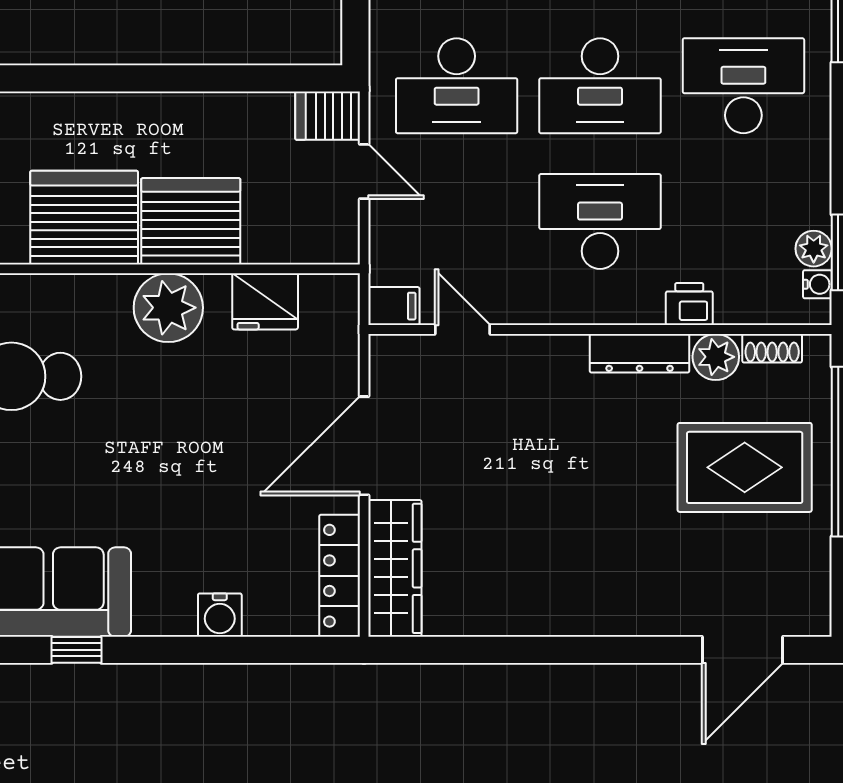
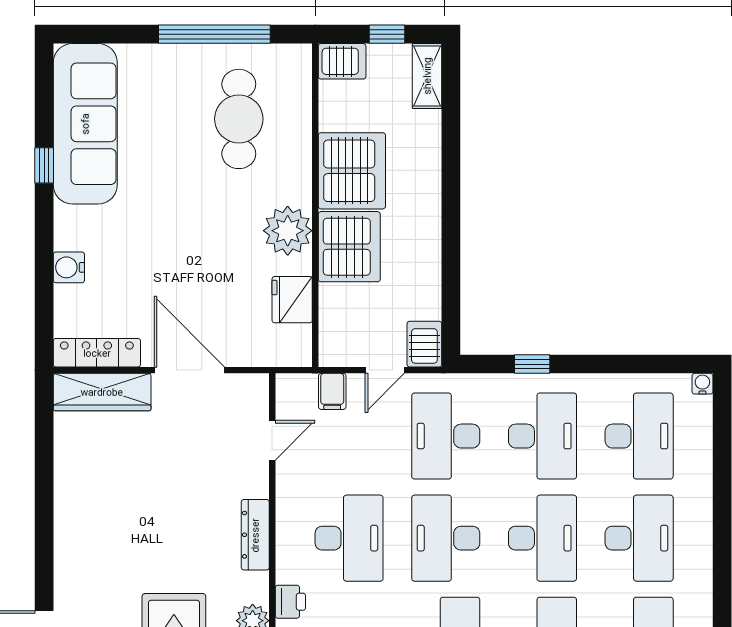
filing cabinet: (394, 306) -> (332, 391), moved
dresser: (640, 353) -> (255, 535), moved

